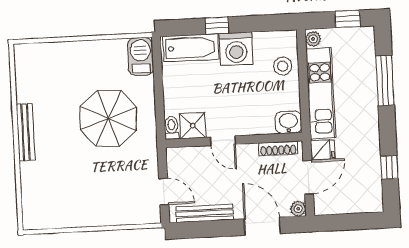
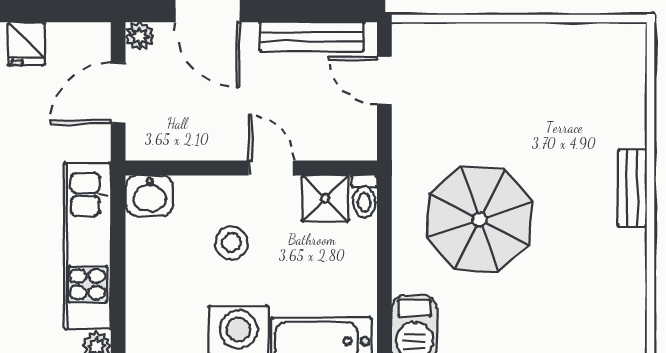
stool: (283, 66) -> (232, 243), moved
bench: (26, 132) -> (632, 188), width x0.73
shoe rack: (278, 149) -> (171, 149), removed
fridge: (323, 150) -> (27, 44), moved, turned -90

